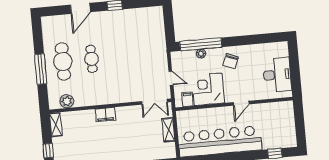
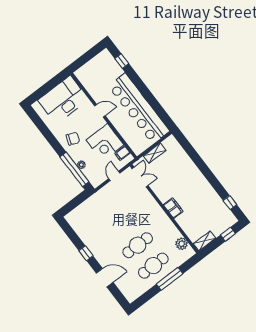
cafe table: (91, 59) -> (138, 245), width x1.37, depth x1.35
desk: (277, 75) -> (63, 100), width x1.36, depth x1.30

